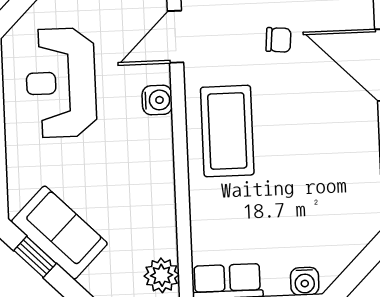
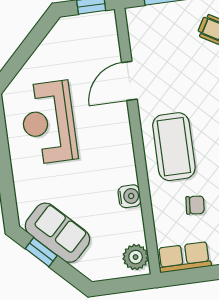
chair: (278, 40) -> (195, 205), moved
water cooler: (157, 100) -> (129, 196), moved

